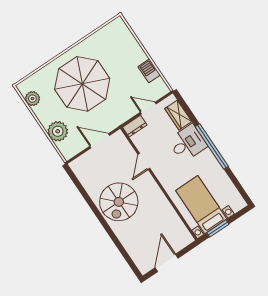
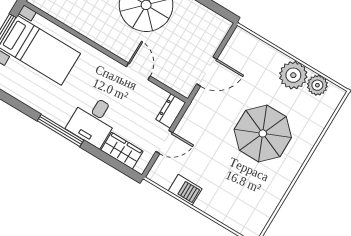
parasol: (82, 84) -> (263, 133), width x0.73, depth x0.73
plant: (58, 131) -> (293, 75), moved
window: (212, 147) -> (60, 131), width x0.68

